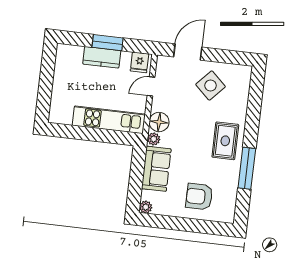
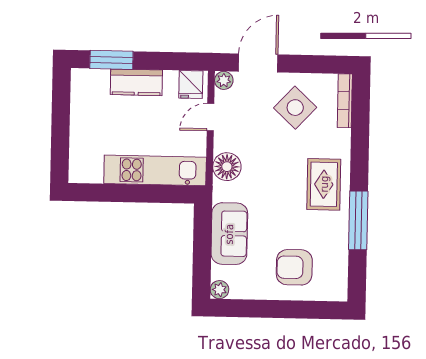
window: (108, 43) -> (111, 60), moved
bookcase: (246, 84) -> (345, 101), added
plant: (154, 139) -> (224, 80), moved

